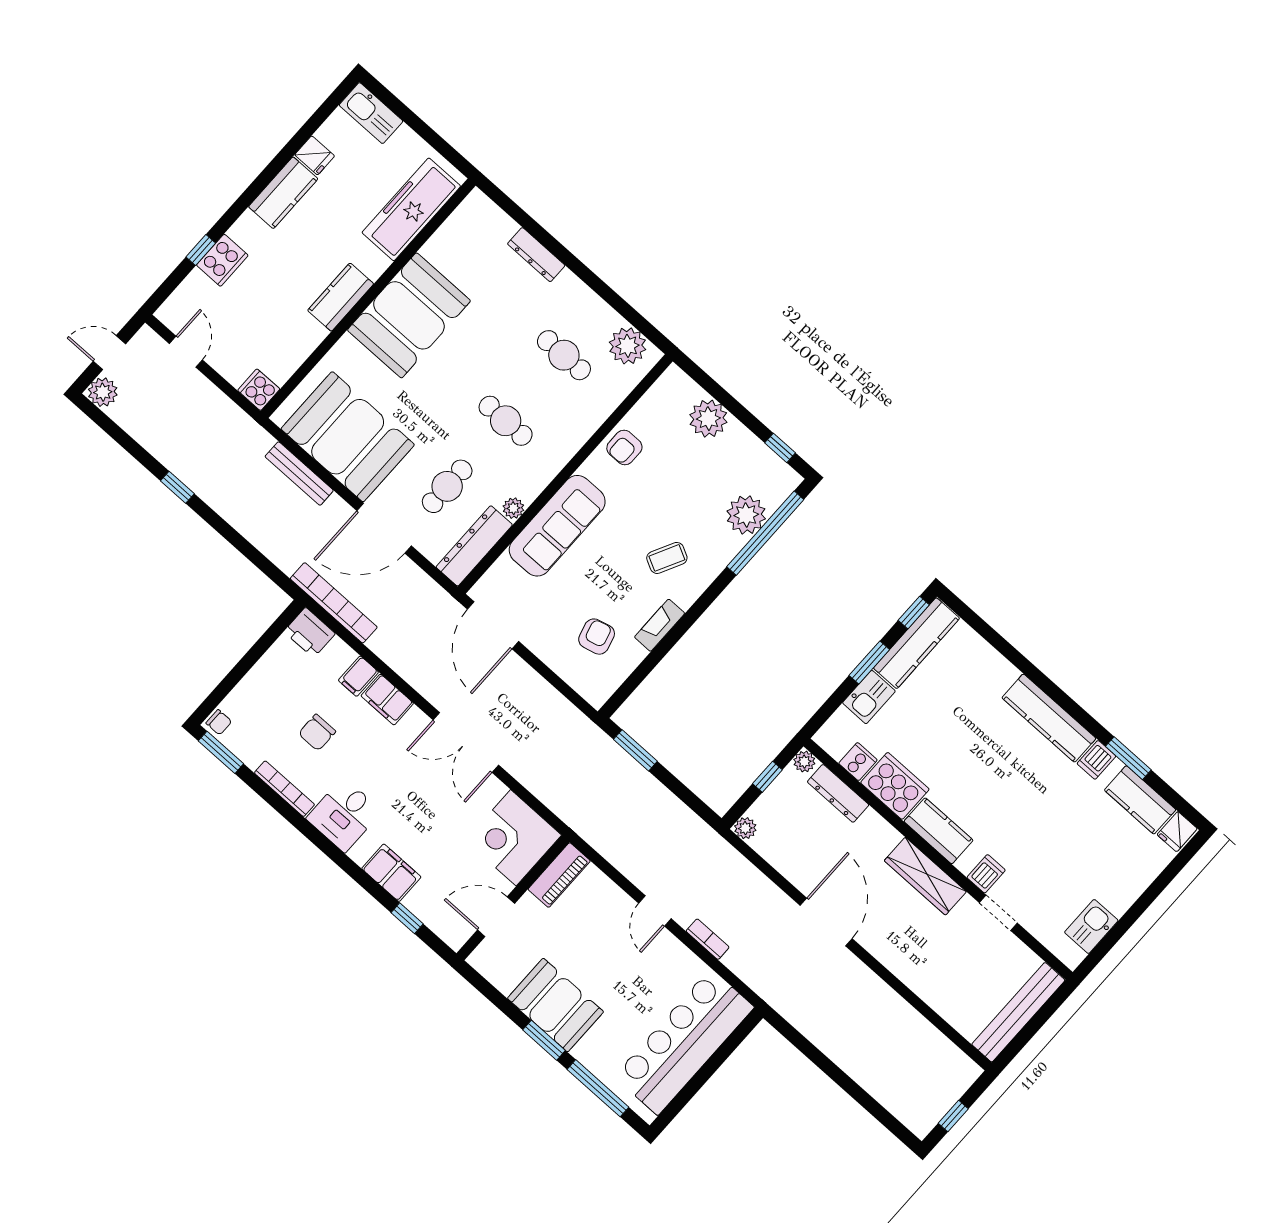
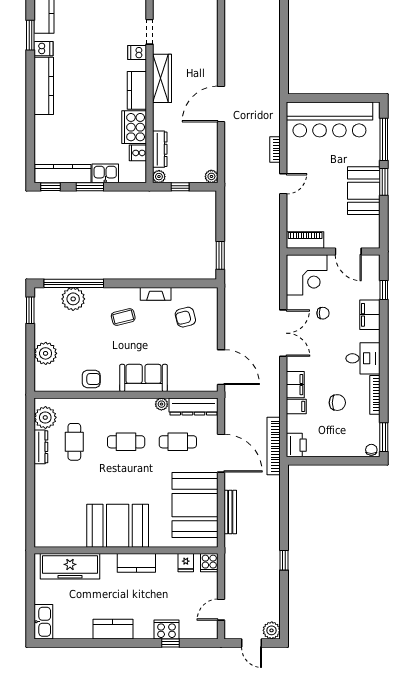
fridge: (315, 155) -> (186, 563), moved, turned 180
dresser: (536, 255) -> (41, 447), moved
cafe table: (506, 421) -> (126, 442), turned 90
window: (780, 448) -> (30, 310), width x1.50
sofa: (557, 526) -> (144, 378), width x0.73
coffee table: (667, 558) -> (123, 317), turned -41
door: (493, 625) -> (221, 367), hinge flipped
chair: (446, 815) -> (323, 313), added

